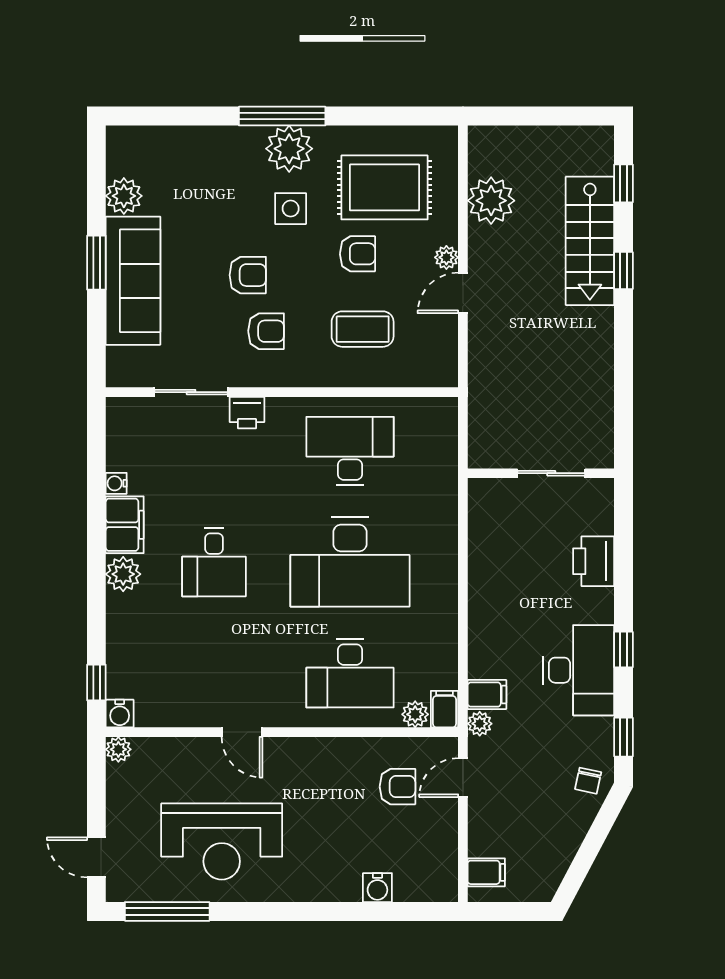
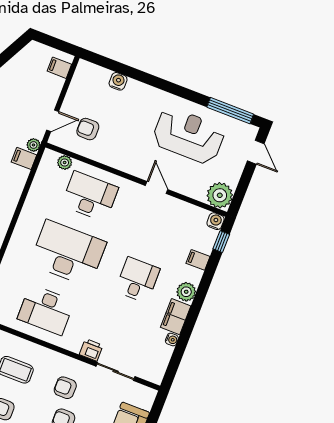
filing cabinet: (444, 709) -> (198, 260), moved, turned 90
plant: (118, 749) -> (220, 195), width x1.87, depth x1.87

